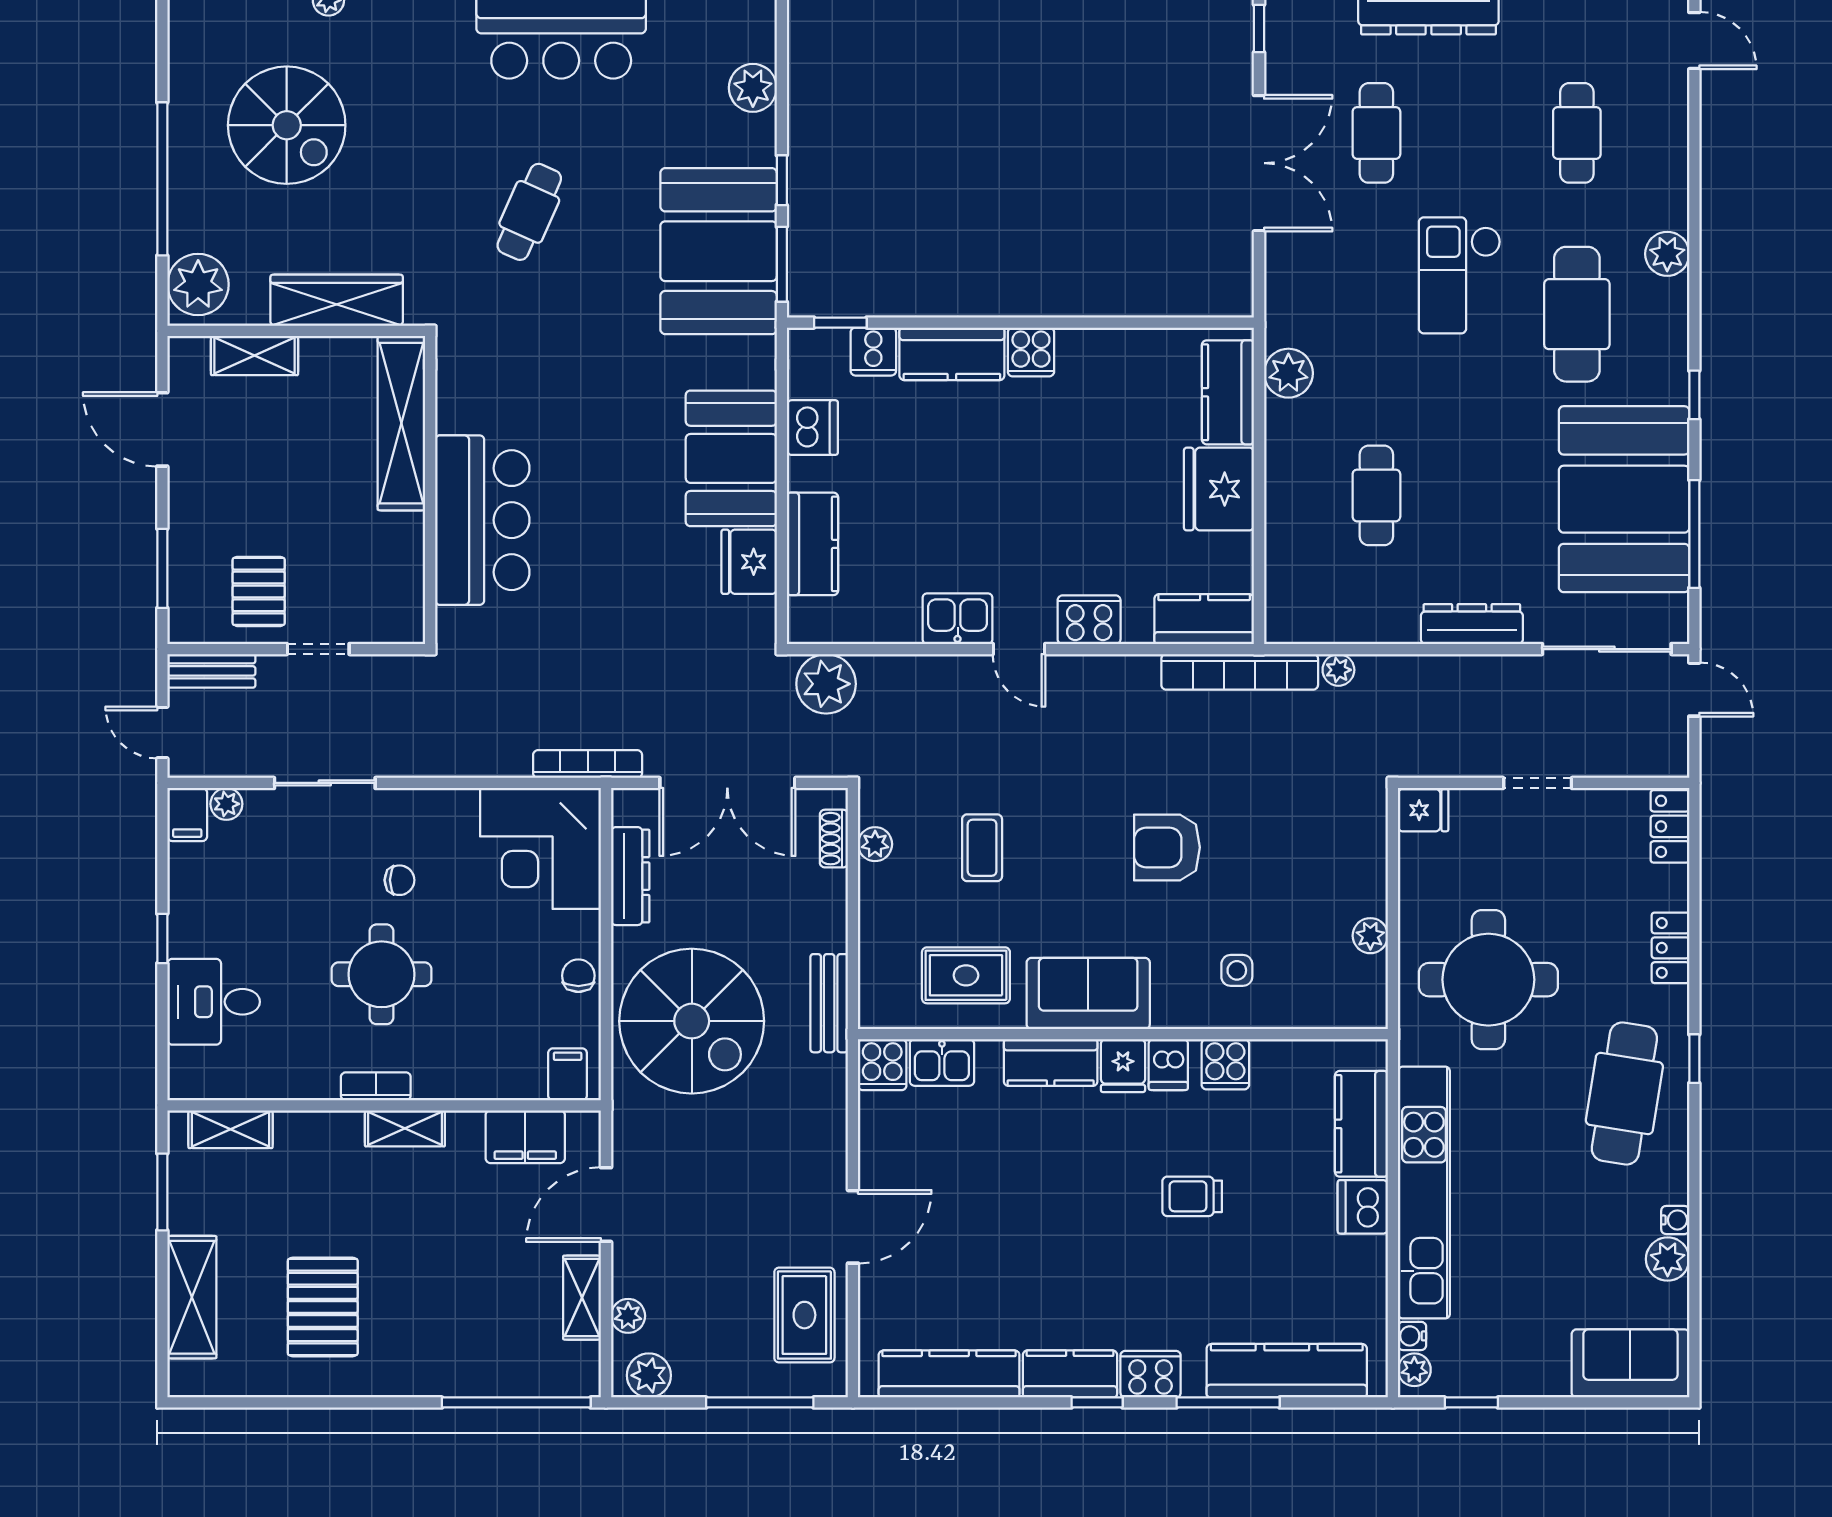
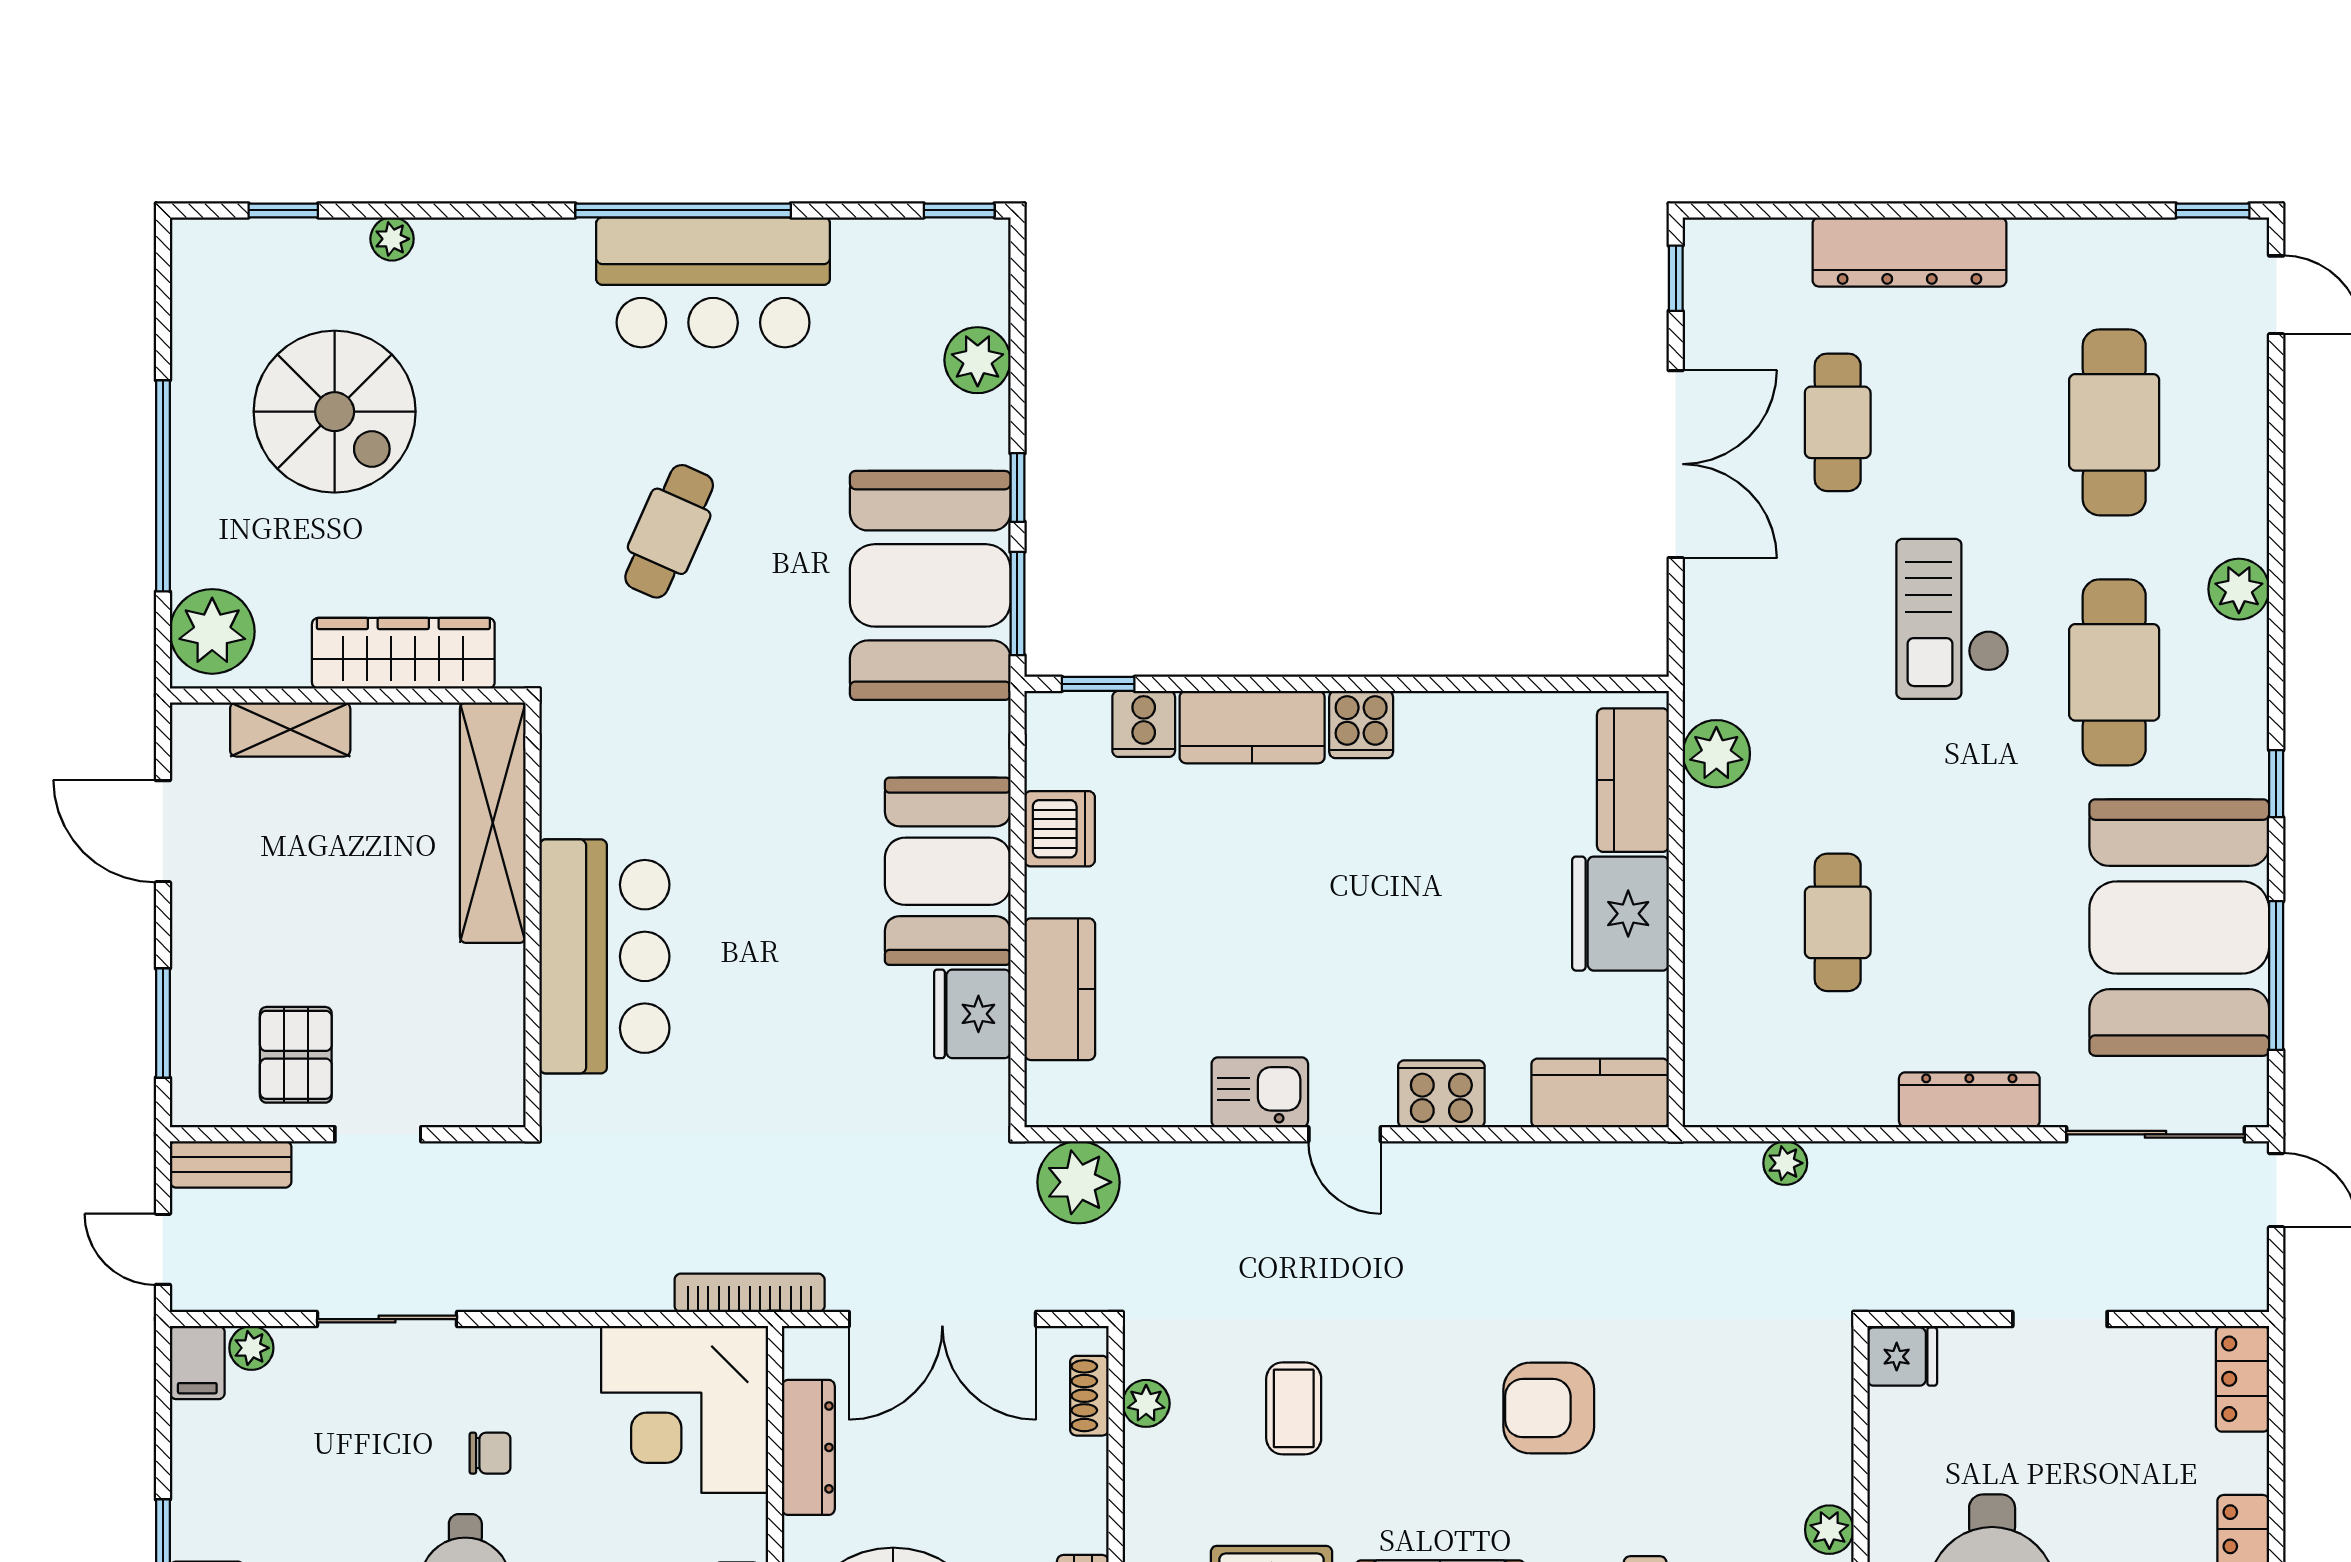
cafe table: (1577, 133) -> (2114, 422), width x1.37, depth x1.35
bookcase: (1240, 672) -> (1649, 1166), removed

